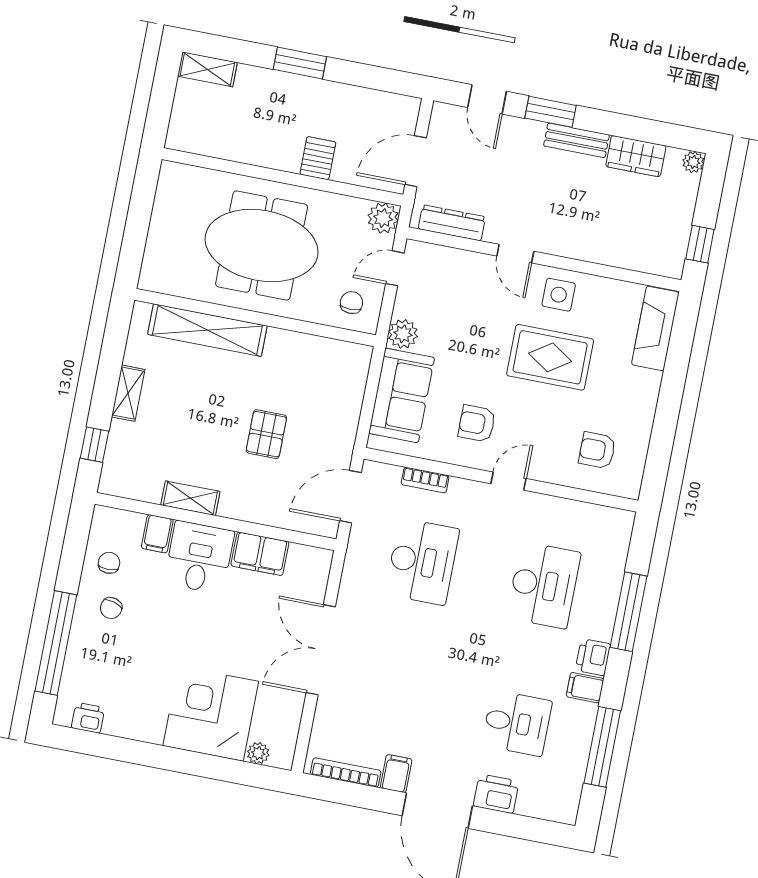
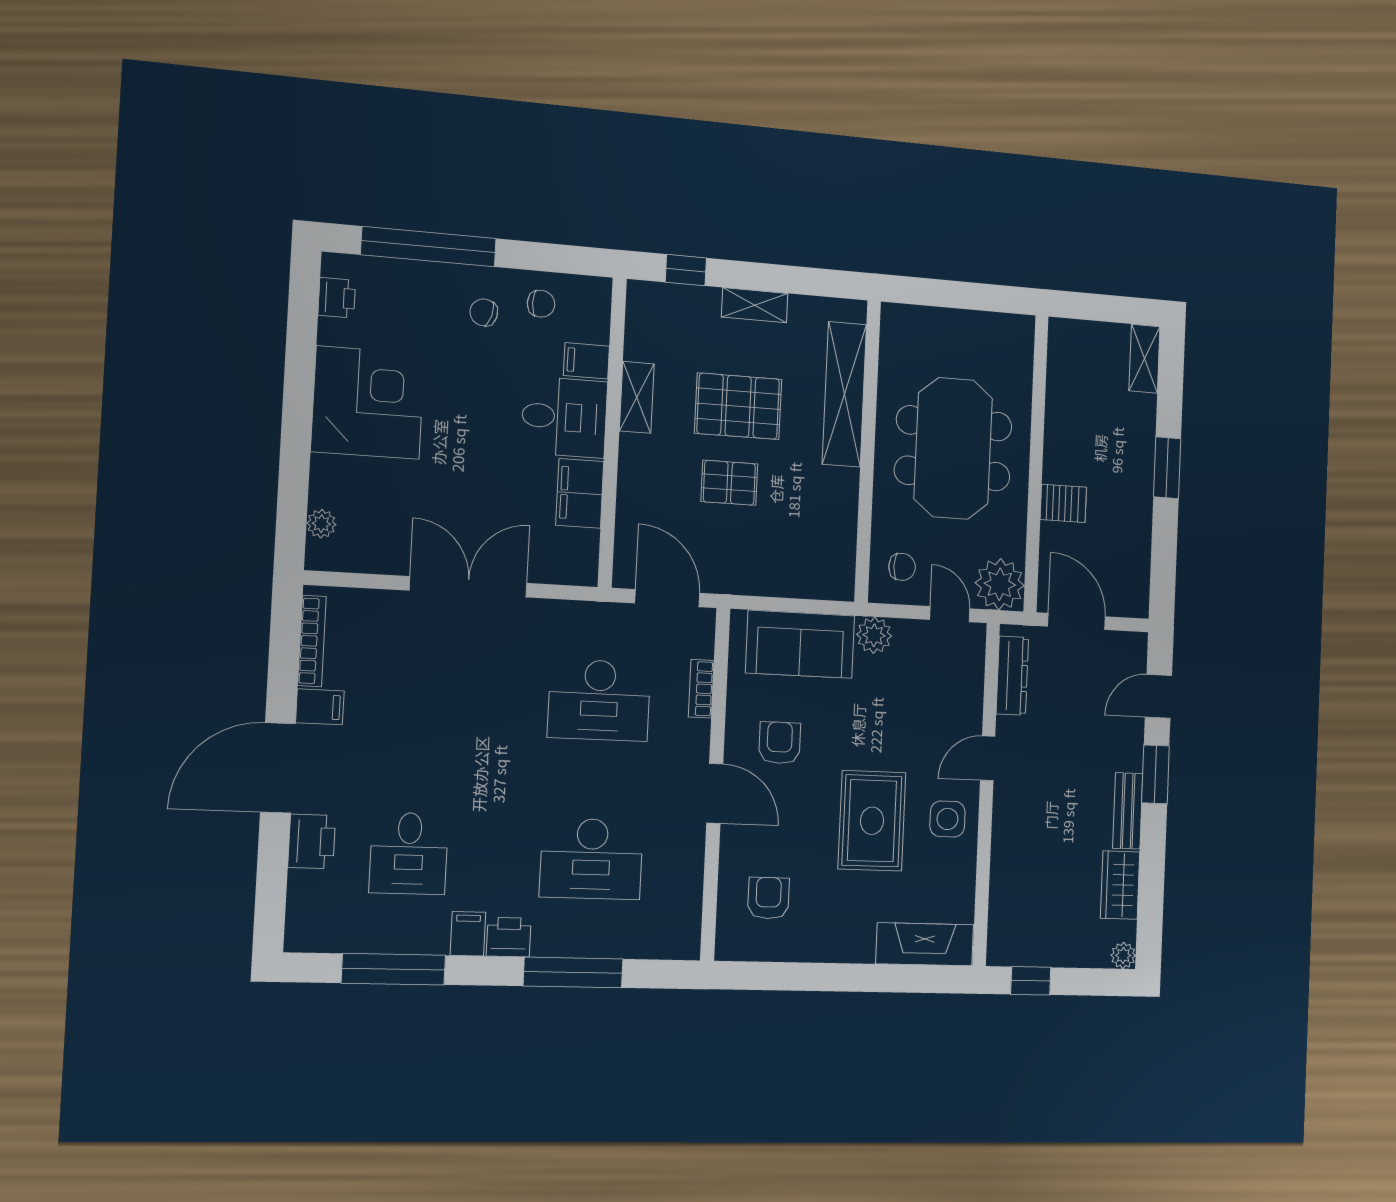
plant: (383, 218) -> (1000, 584), width x1.36, depth x1.36
pallet: (207, 418) -> (738, 406), added
door: (508, 481) -> (715, 793), width x1.37
corner desk: (211, 714) -> (368, 403), moved

